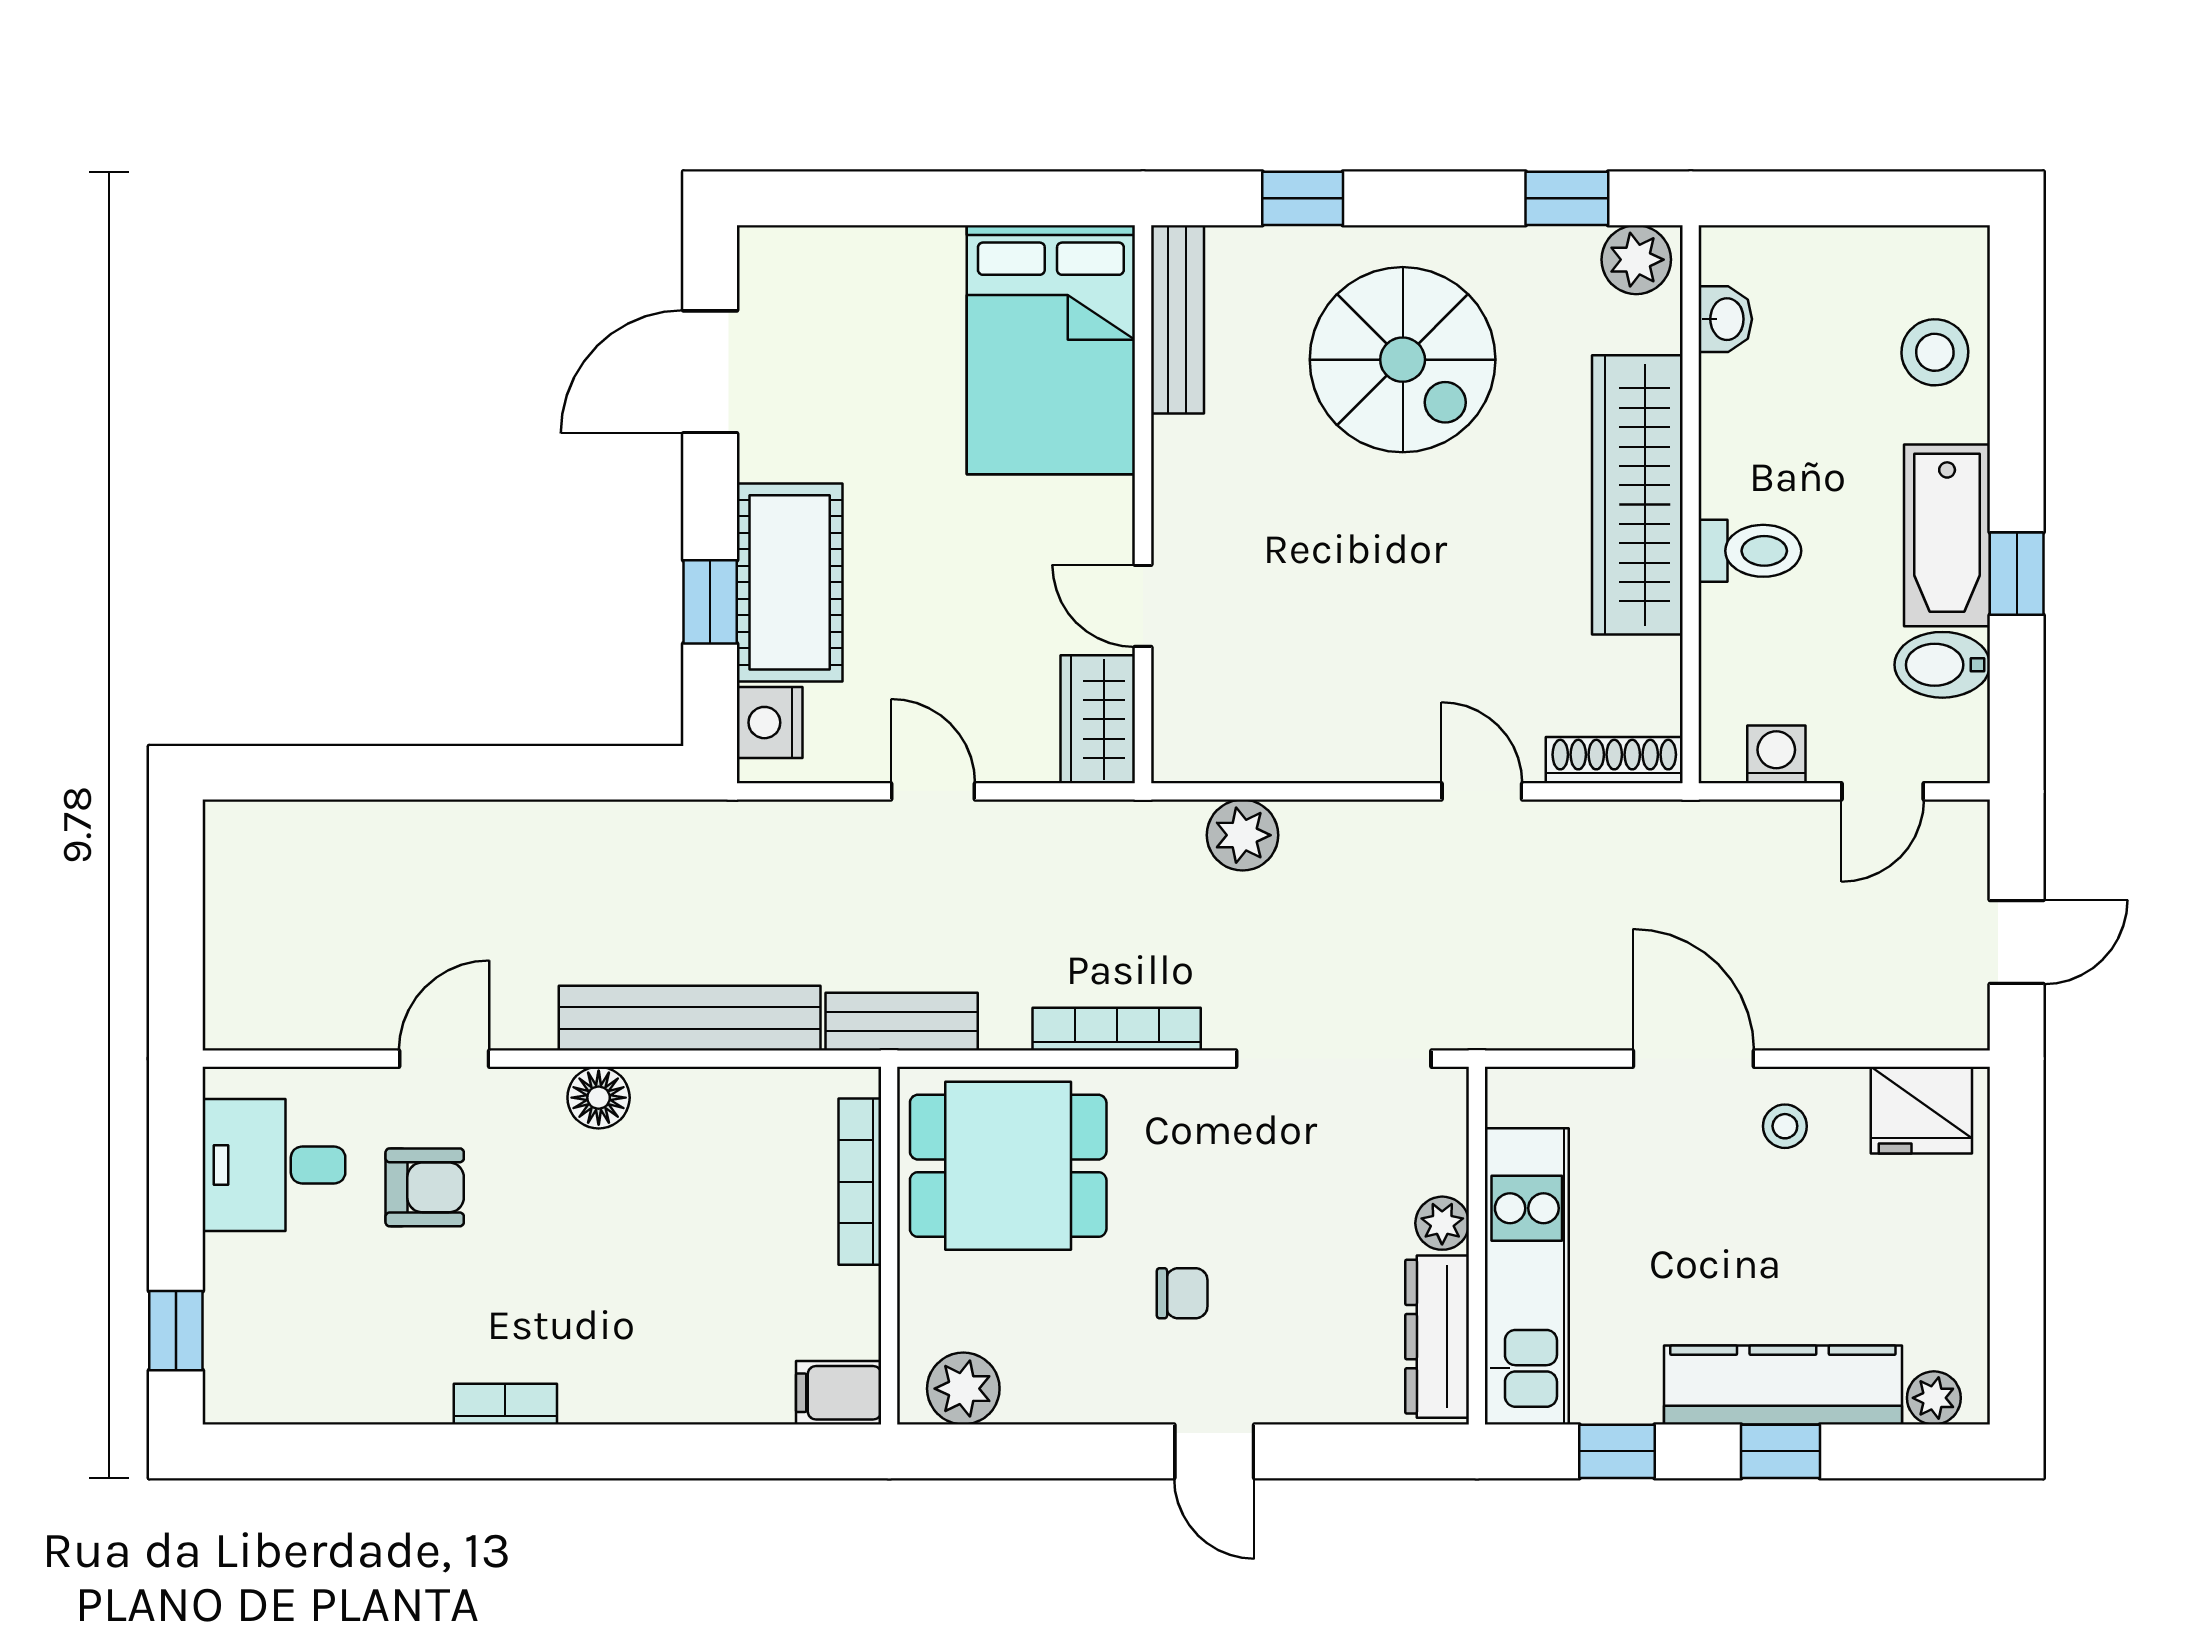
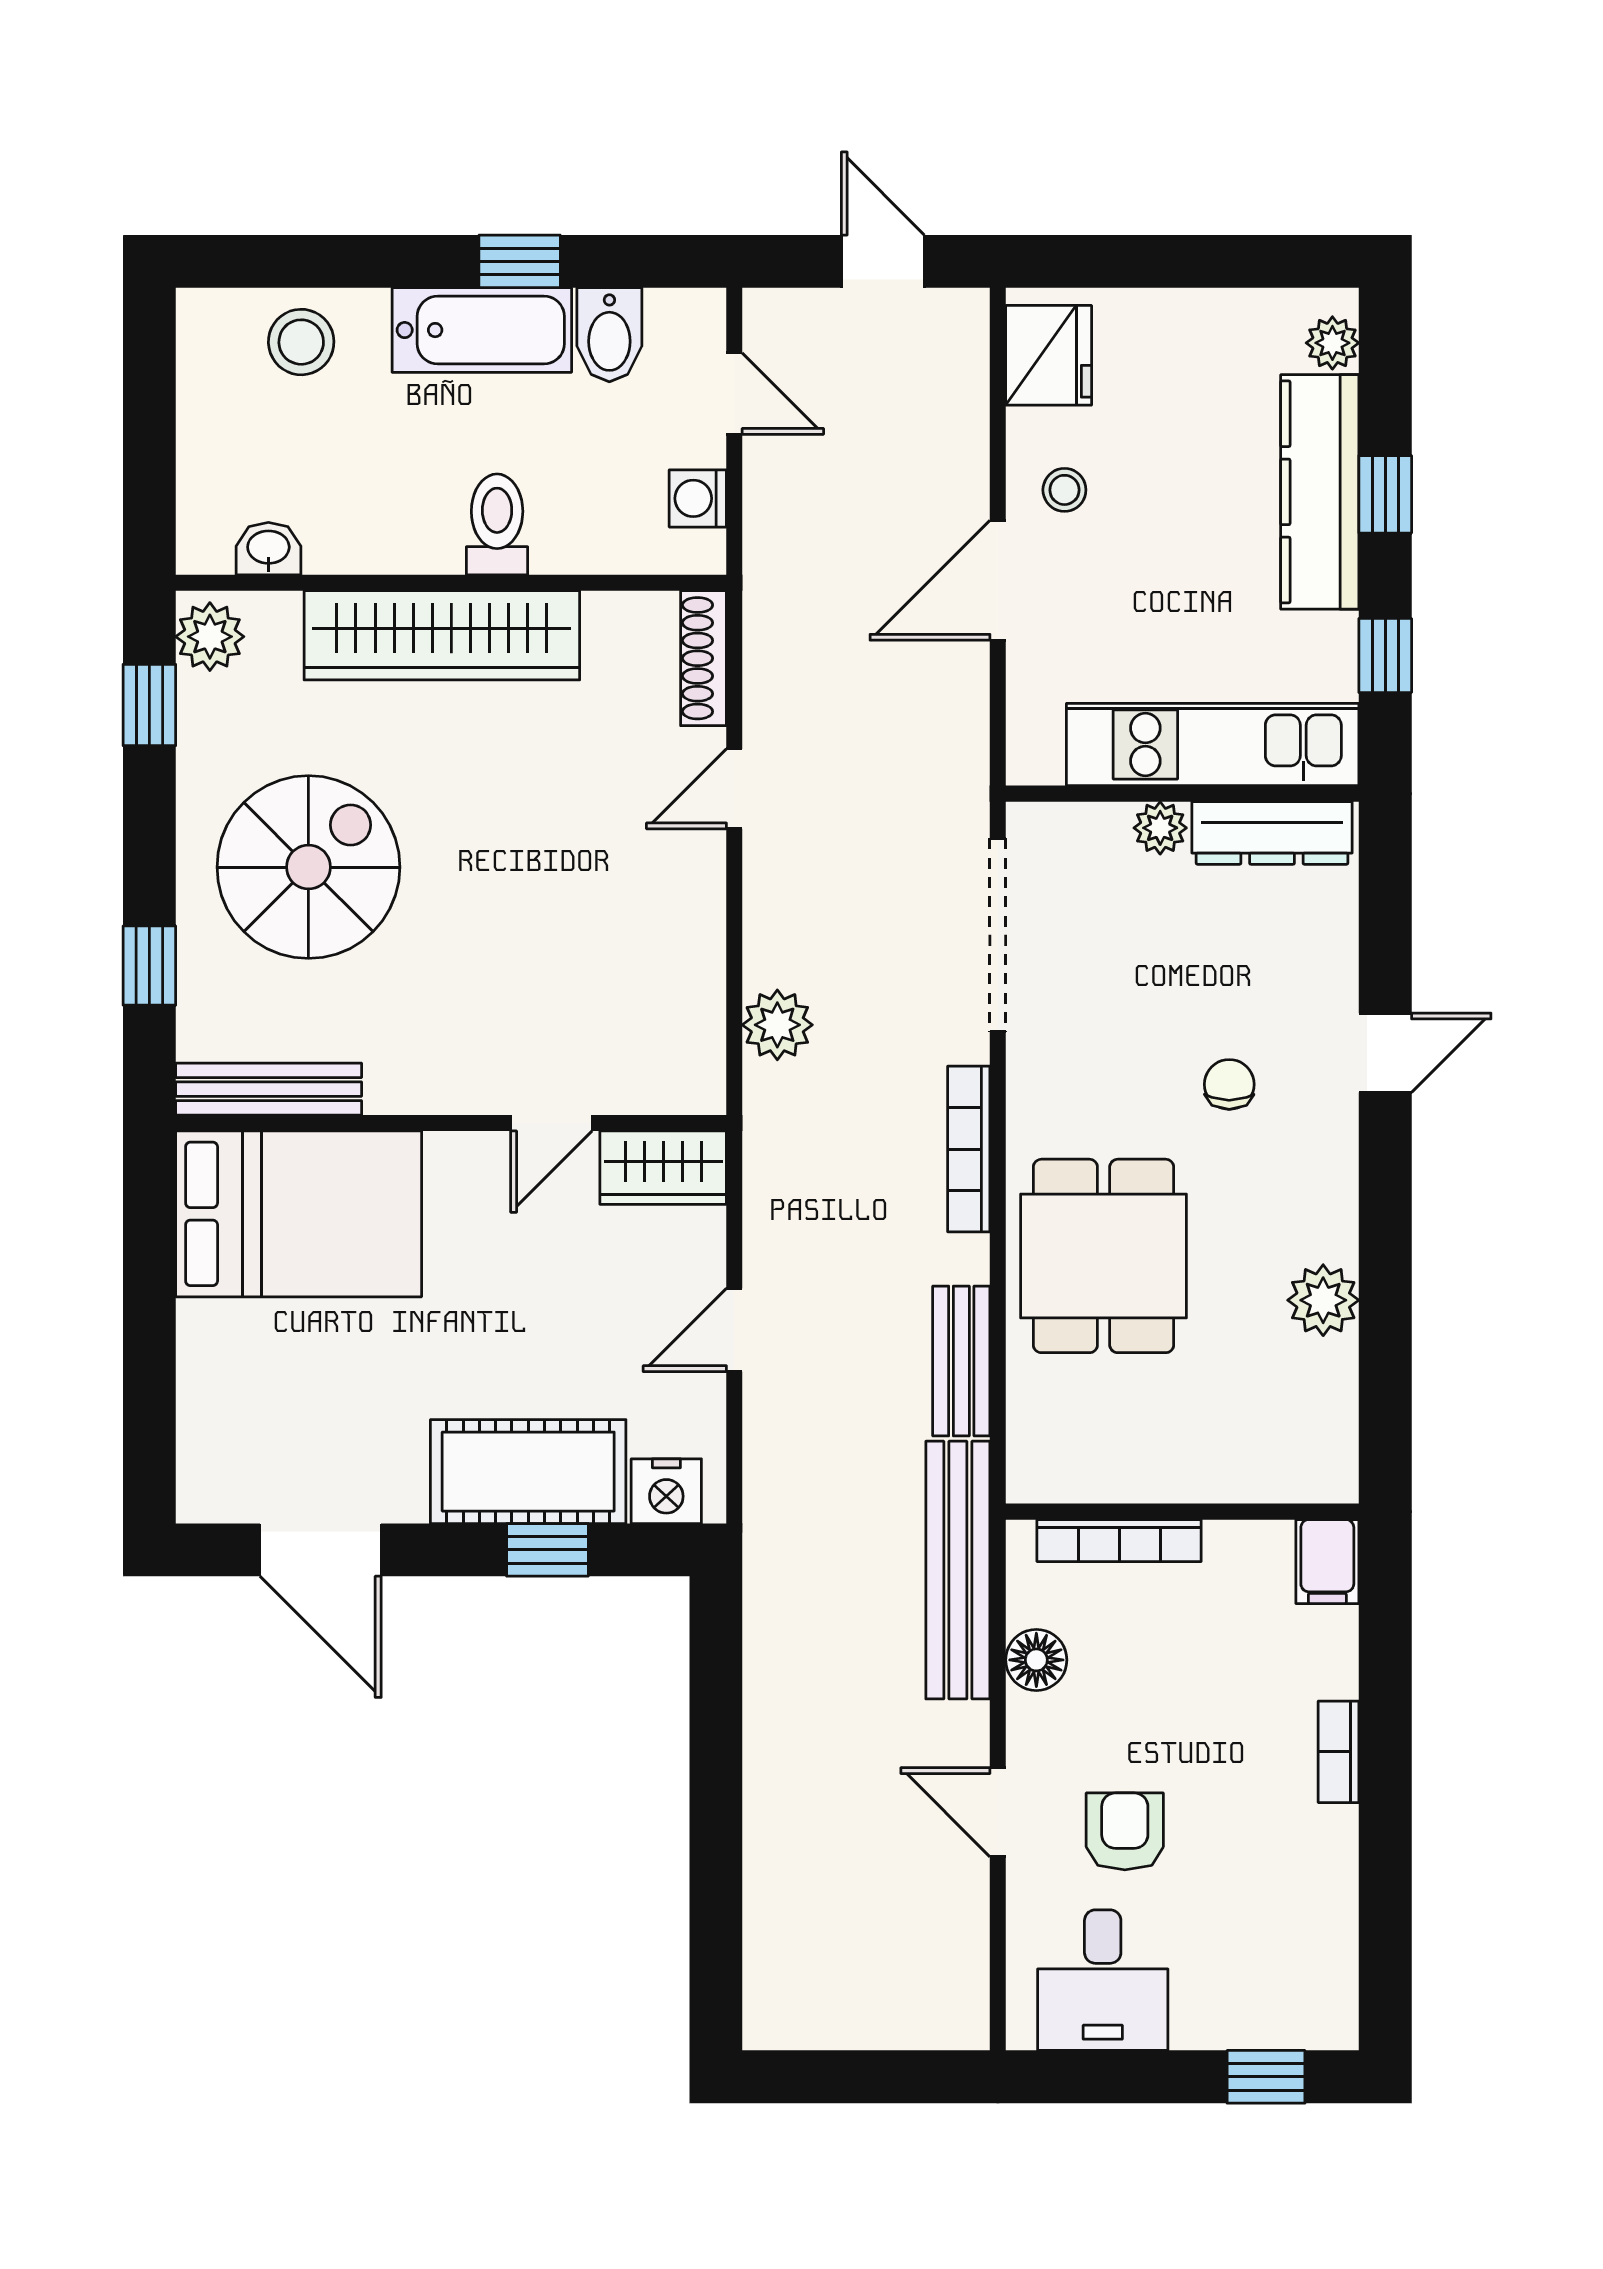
bookcase: (860, 1182) -> (1119, 1541), moved
wall: (889, 1246) -> (1182, 1512), moved
filing cabinet: (839, 1393) -> (1327, 1562), moved

